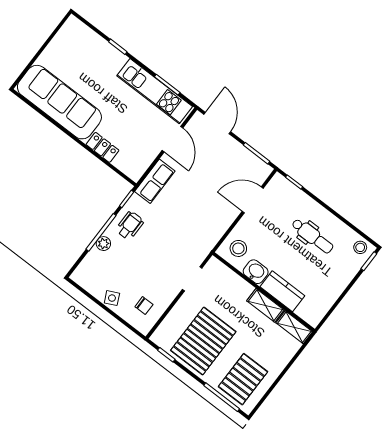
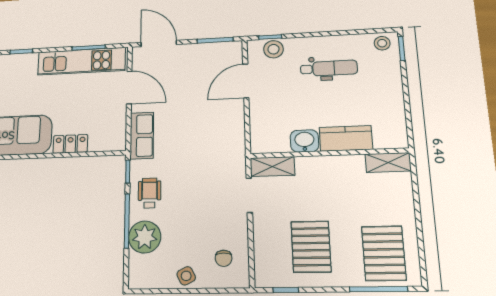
plant: (103, 244) -> (145, 237), width x1.87, depth x1.87
stool: (238, 248) -> (273, 49), moved
shelving: (265, 305) -> (272, 167), moved
chair: (144, 306) -> (224, 258), turned 90
pallet: (203, 341) -> (311, 247), width x0.73, depth x0.71

